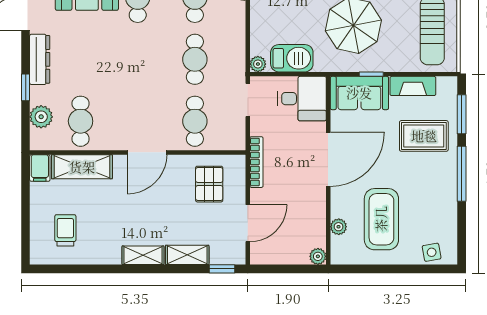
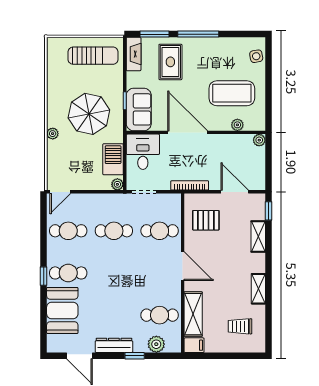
fireplace: (413, 86) -> (134, 54), moved
shelving: (143, 255) -> (258, 289), moved

